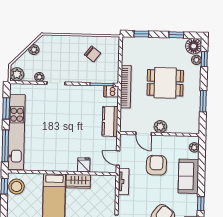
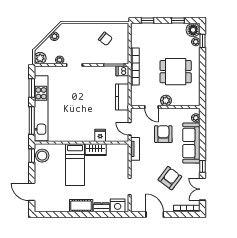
dining table: (165, 83) -> (176, 72), moved
window: (203, 101) -> (203, 78), removed
sofa: (188, 176) -> (191, 143), width x1.36

